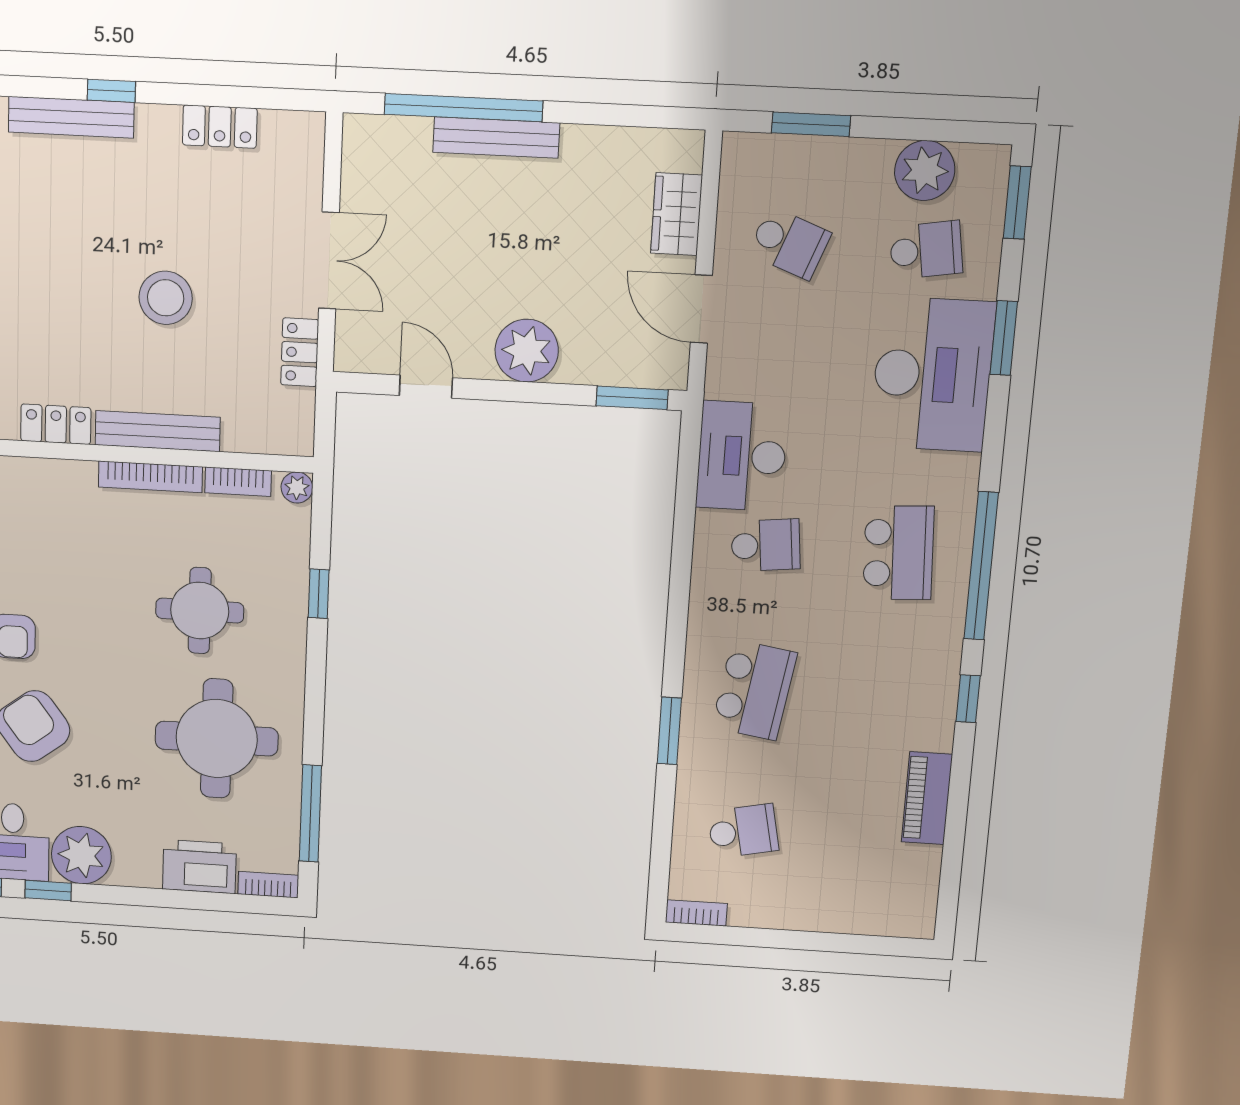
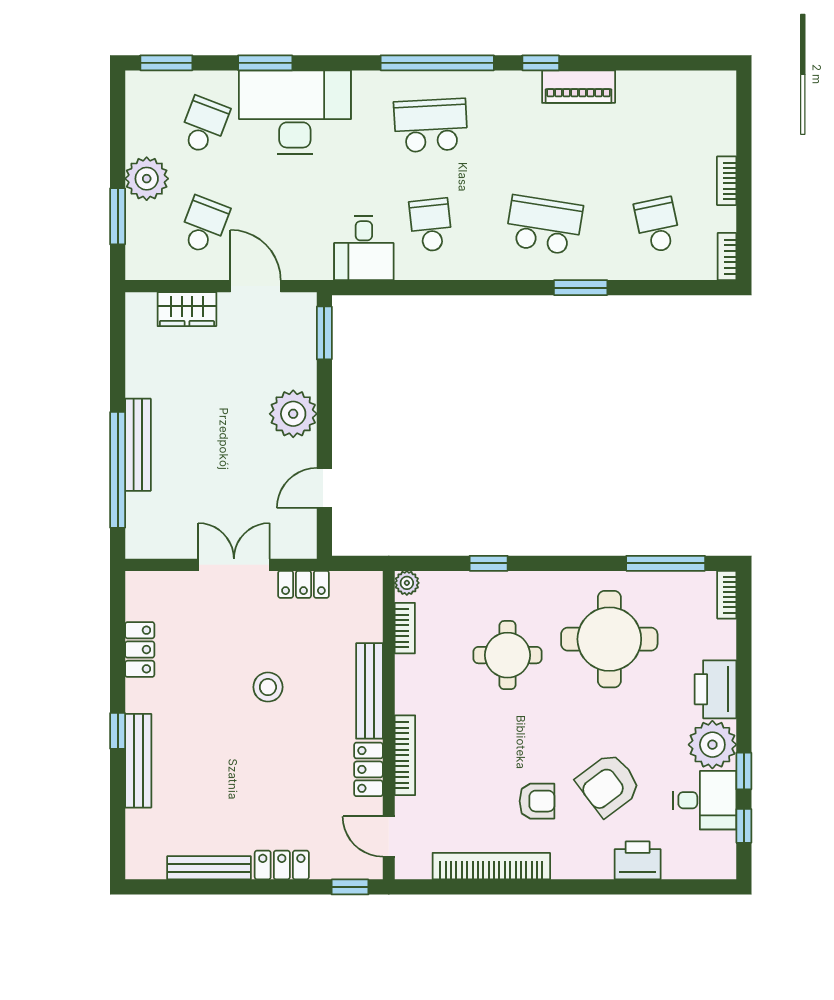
plant: (925, 171) -> (147, 179), moved
school desk: (926, 250) -> (204, 125), turned 30
stool: (166, 298) -> (268, 687), width x0.73, depth x0.73
door: (701, 309) -> (256, 286), swing flipped
desk: (742, 456) -> (364, 248), width x0.73
bookcase: (150, 477) -> (405, 755), moved
piano: (927, 798) -> (579, 87), moved
printer: (199, 867) -> (716, 689), moved
bookcase: (793, 919) -> (727, 181), added

